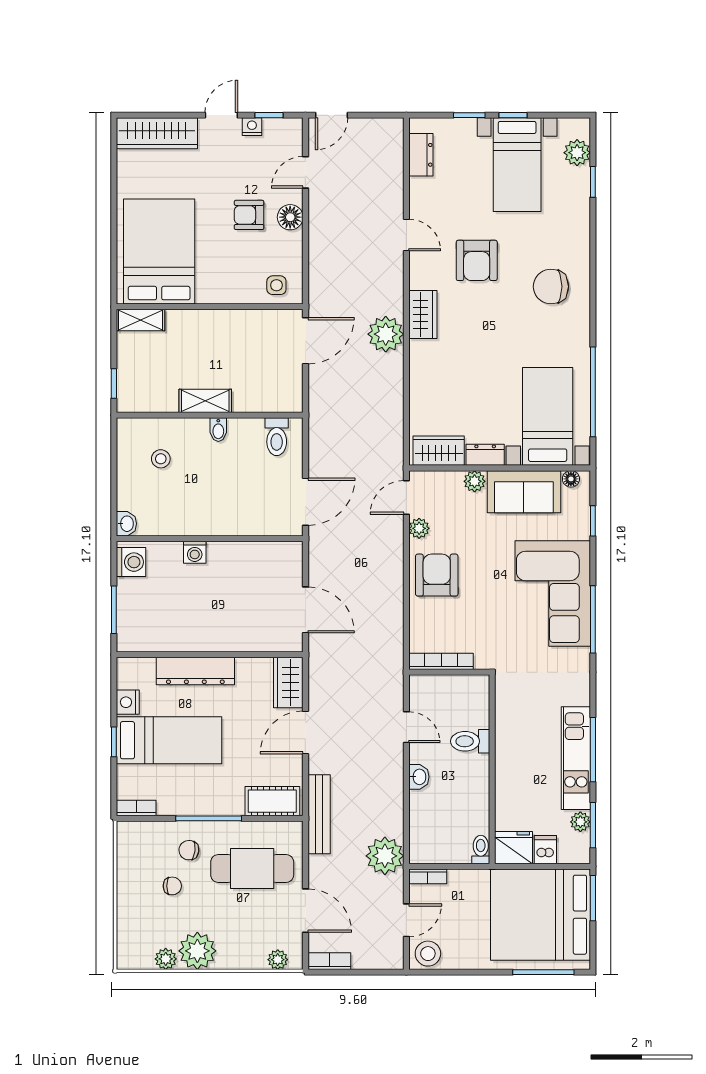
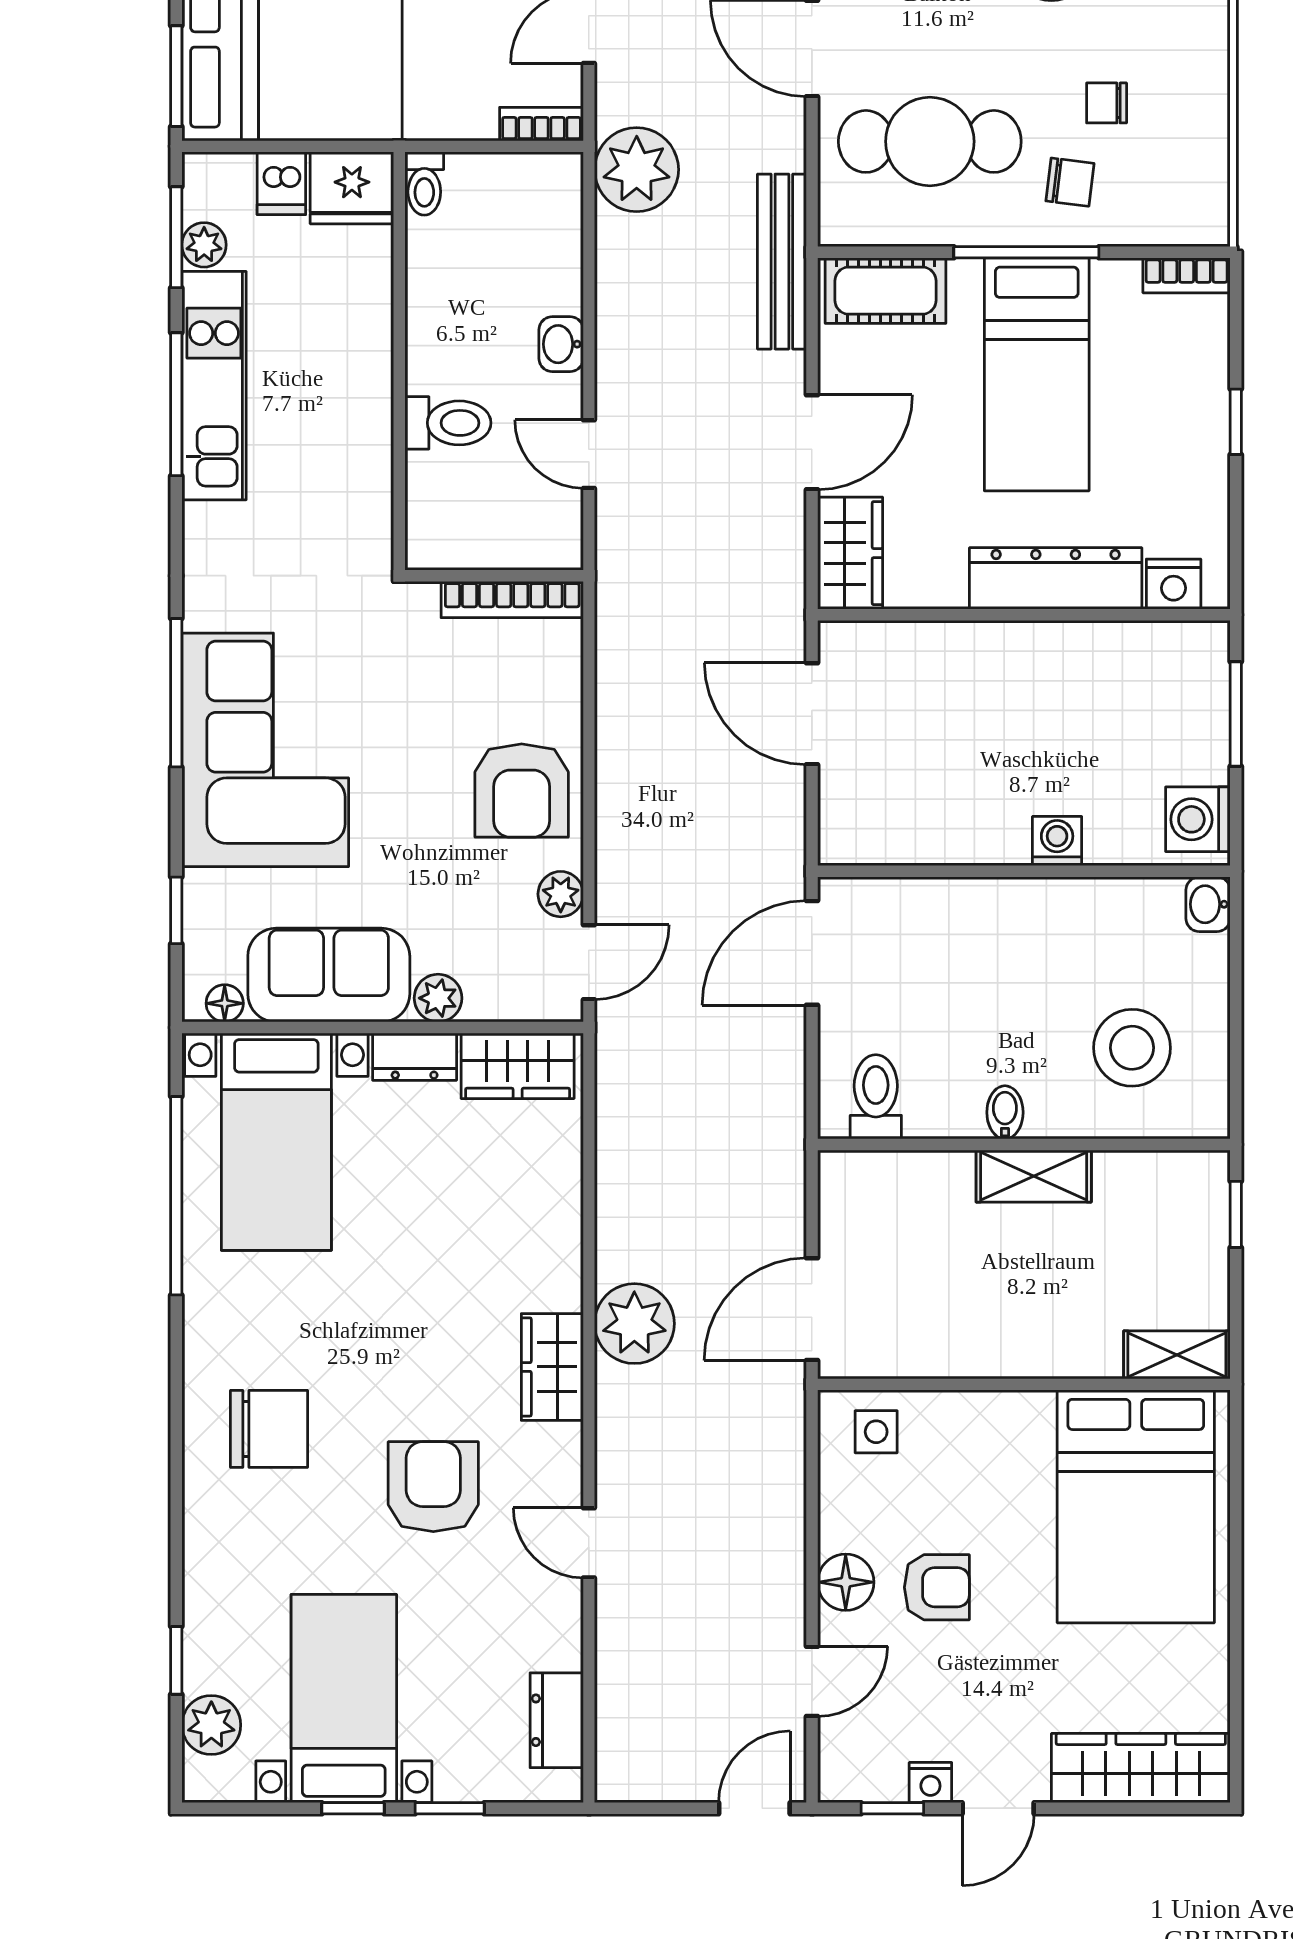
stool: (161, 459) -> (1132, 1048), width x1.89, depth x1.89
nightstand: (128, 702) -> (1174, 584), moved, turned 90
bed: (169, 740) -> (1037, 374), moved, turned -90

